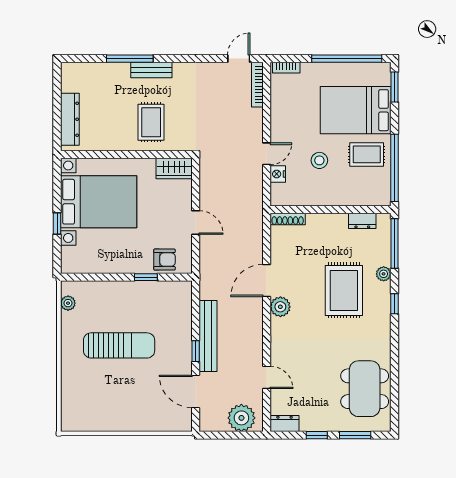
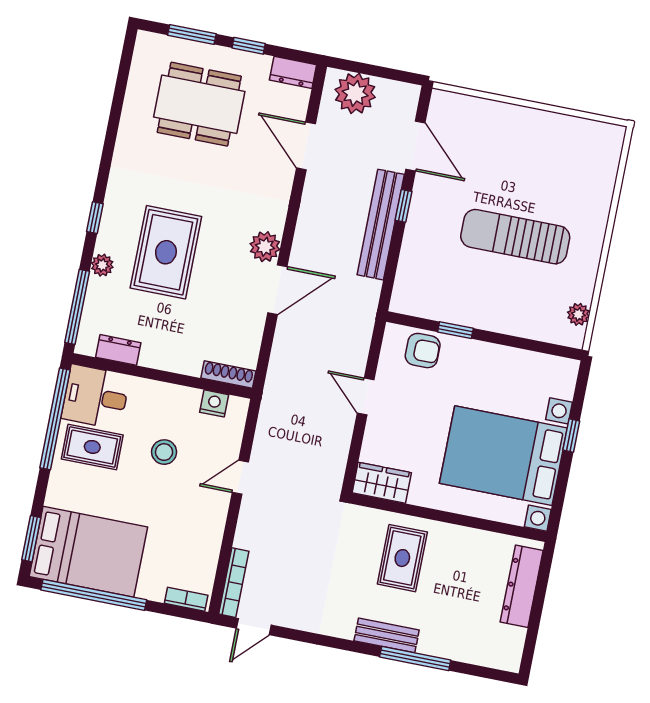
bed: (356, 110) -> (88, 552), moved
nightstand: (278, 174) -> (214, 403), moved, turned -90
desk: (371, 187) -> (96, 397), added
armchair: (165, 260) -> (423, 351), turned 180
door: (267, 377) -> (306, 146), width x1.38
dining table: (365, 389) -> (199, 104), moved, turned 90

